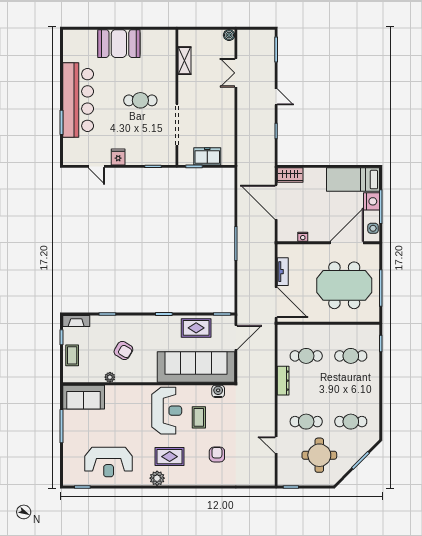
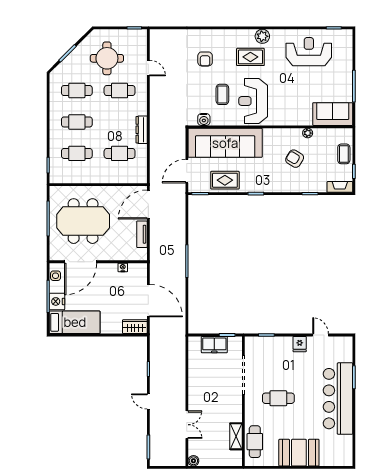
cafe table: (165, 55) -> (255, 442), added
door: (276, 303) -> (148, 205), hinge flipped
cafe table: (351, 389) -> (77, 122), added

